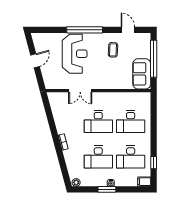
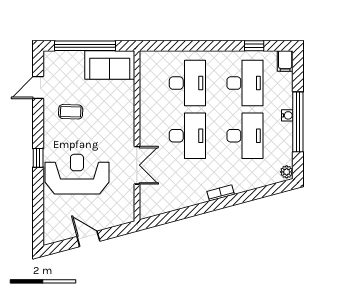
window: (85, 30) -> (38, 158), width x0.32
window: (107, 189) -> (298, 122), width x2.11

